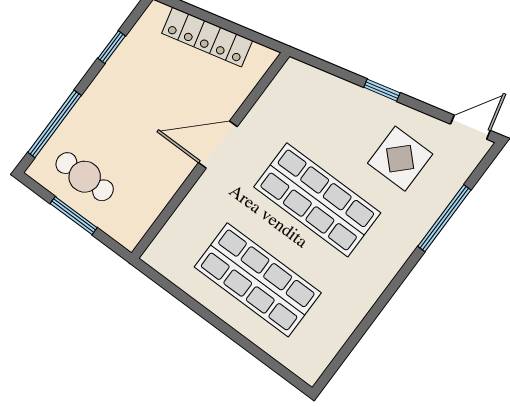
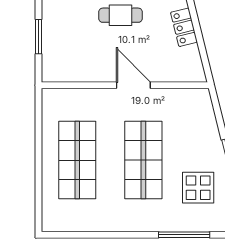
locker: (207, 37) -> (184, 27), width x0.66
cafe table: (85, 177) -> (121, 15), moved, turned 90

